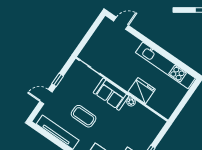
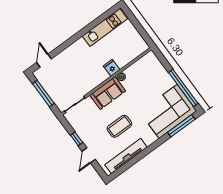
window: (90, 33) -> (43, 94), added
kitchen unit: (165, 65) -> (105, 27), width x0.73
fridge: (142, 91) -> (112, 68), width x0.53, depth x0.75

